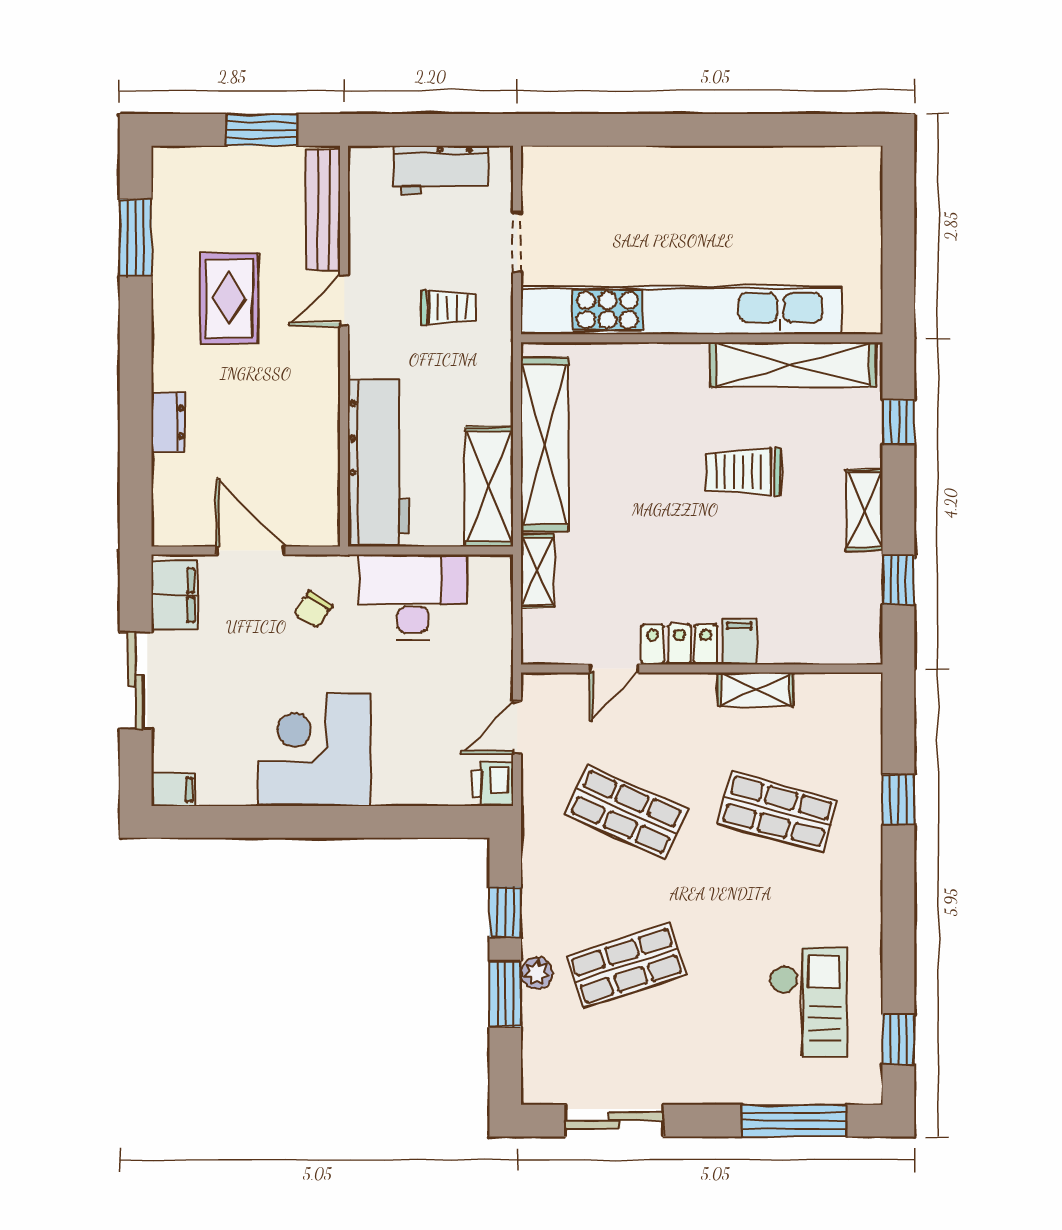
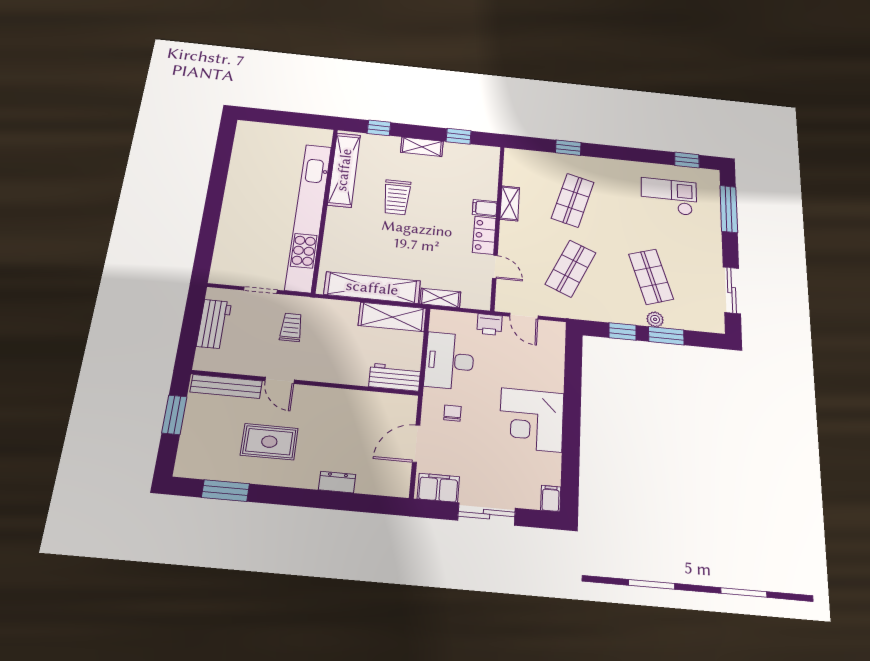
workbench: (378, 463) -> (395, 377), width x0.53, depth x0.76
chair: (313, 610) -> (452, 413), turned -124
printer: (493, 784) -> (489, 325), moved

